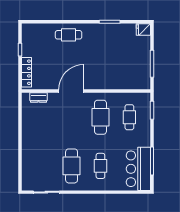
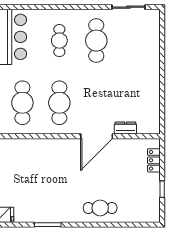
locker: (26, 72) -> (154, 160), width x0.66
dresser: (39, 97) -> (125, 128), moved
cafe table: (129, 117) -> (22, 103), width x1.37, depth x1.35

